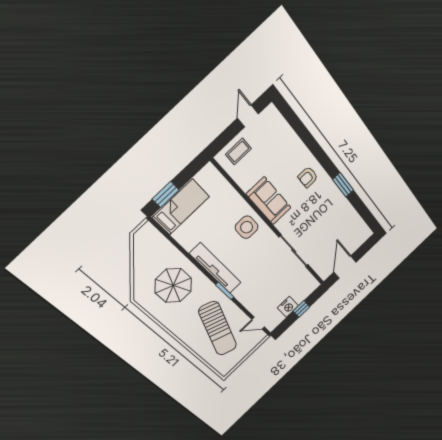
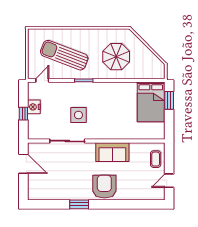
door: (248, 116) -> (169, 181), swing flipped
armchair: (308, 177) -> (104, 187), width x1.88, depth x1.88
bed: (181, 207) -> (151, 102), width x1.50
side table: (247, 227) -> (78, 115), moved
tv unit: (216, 268) -> (103, 88), removed

